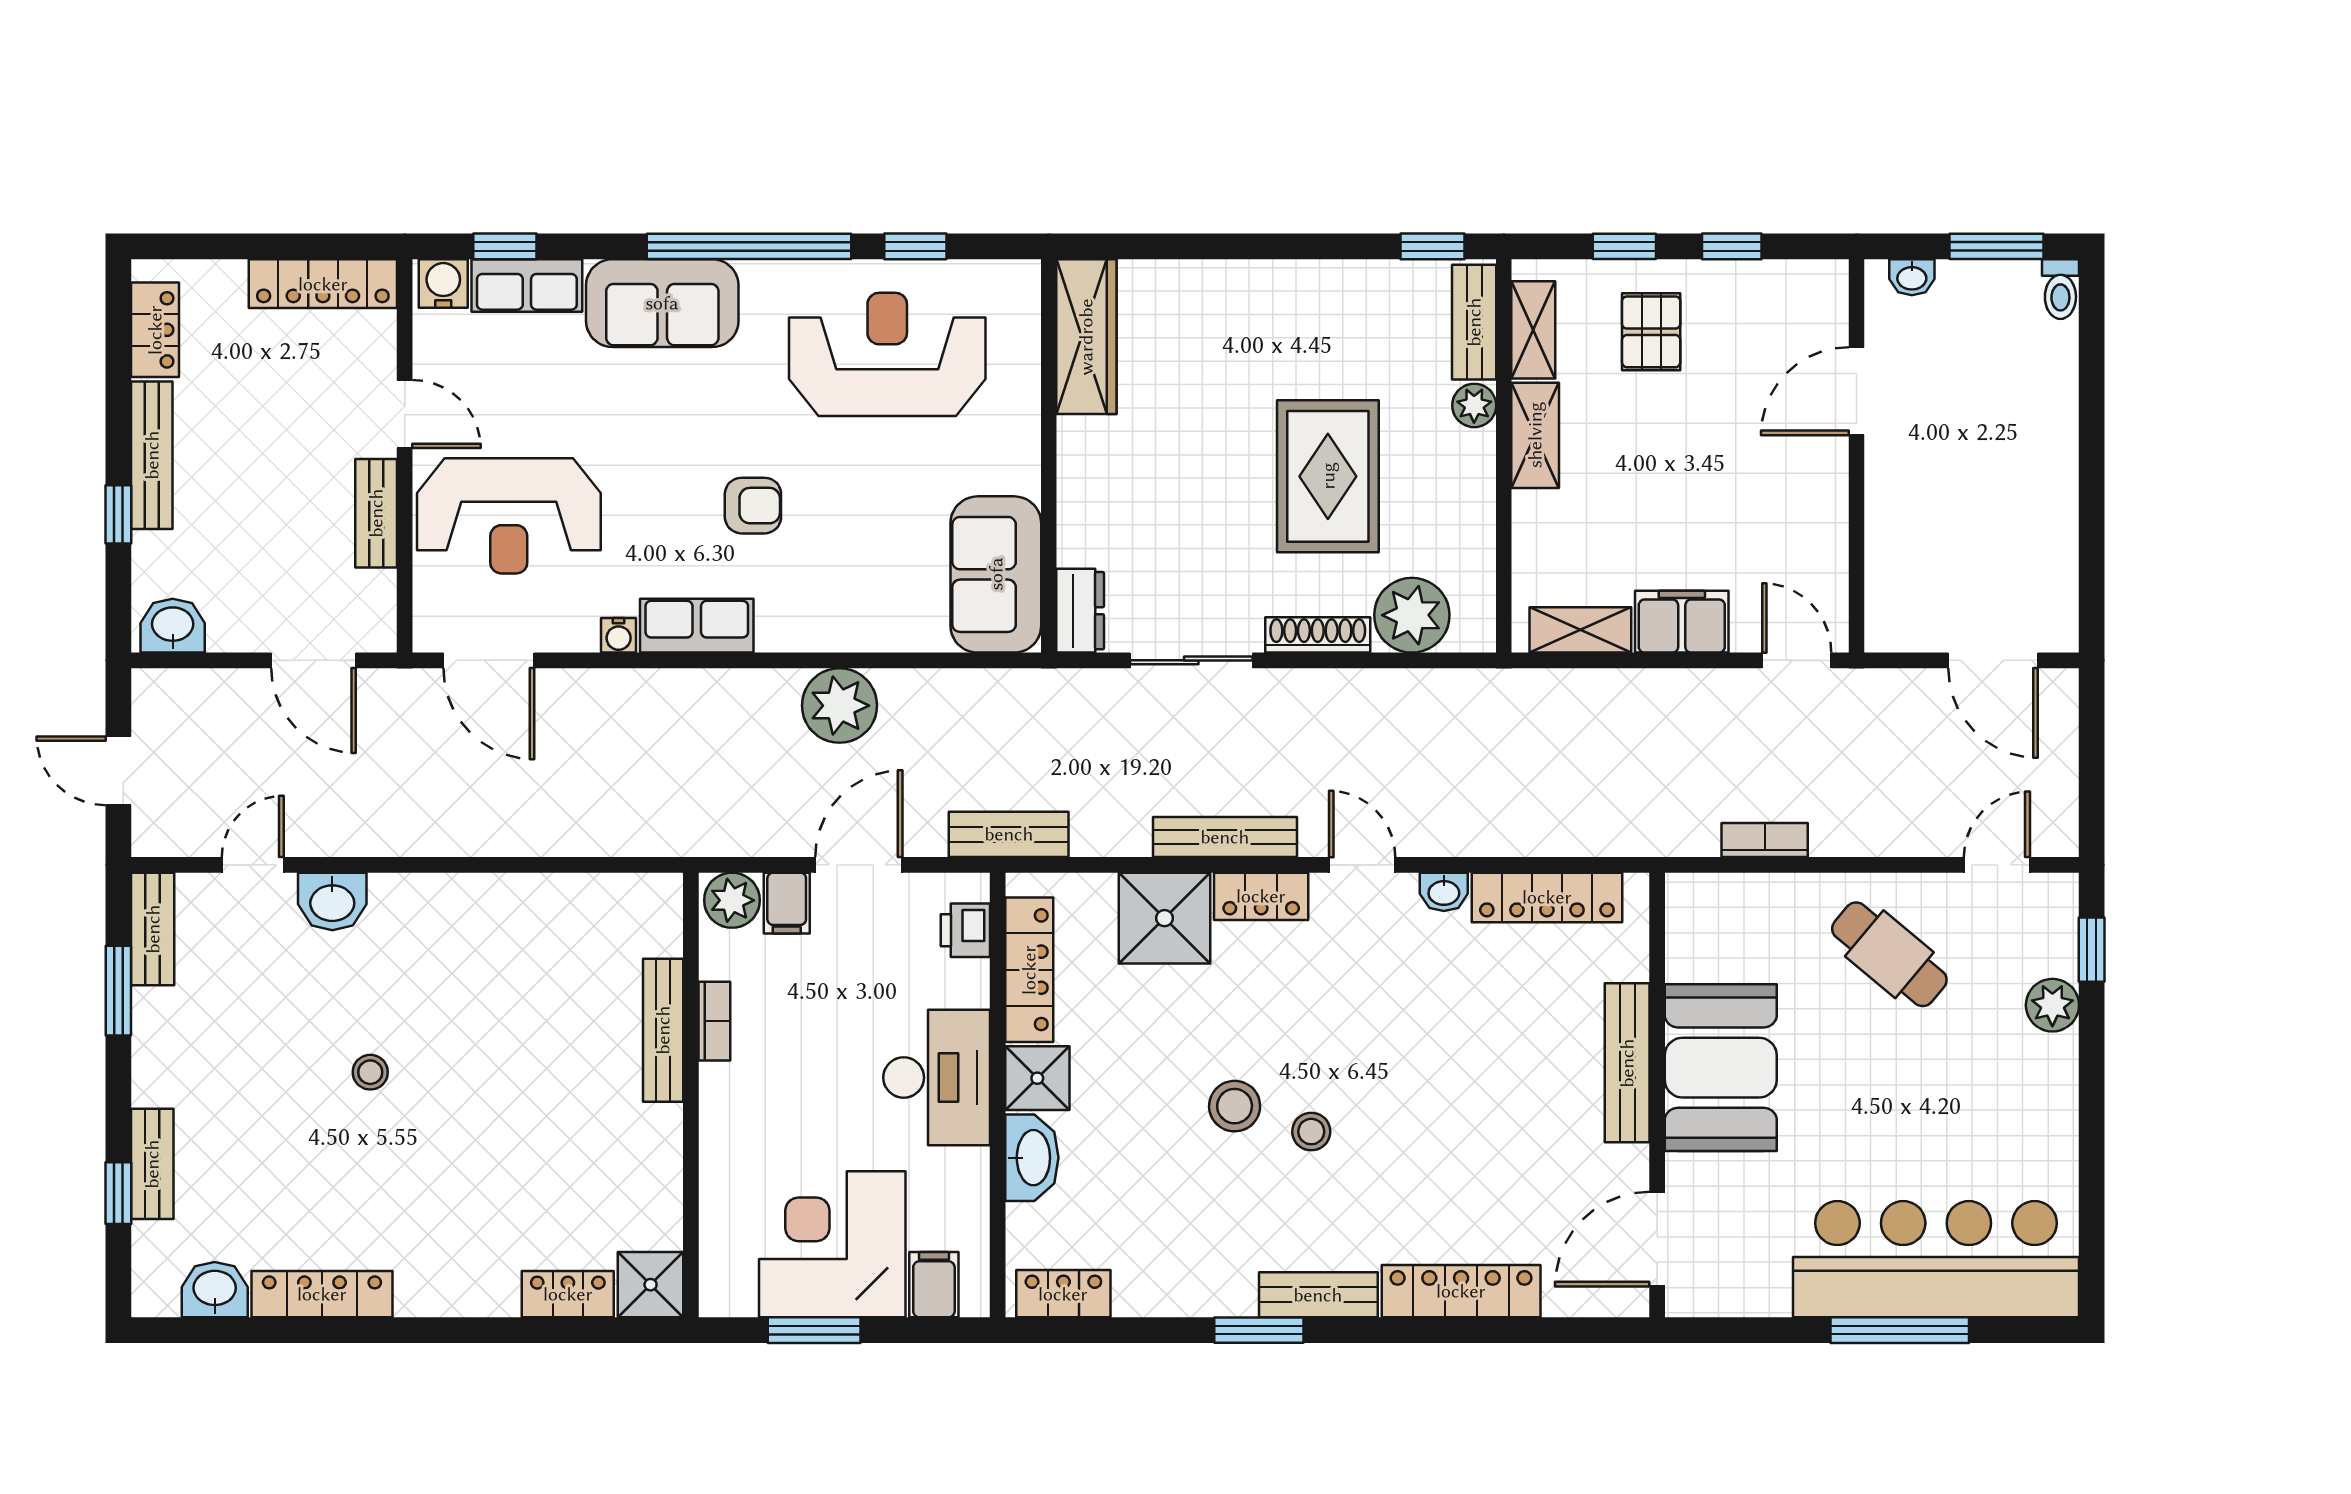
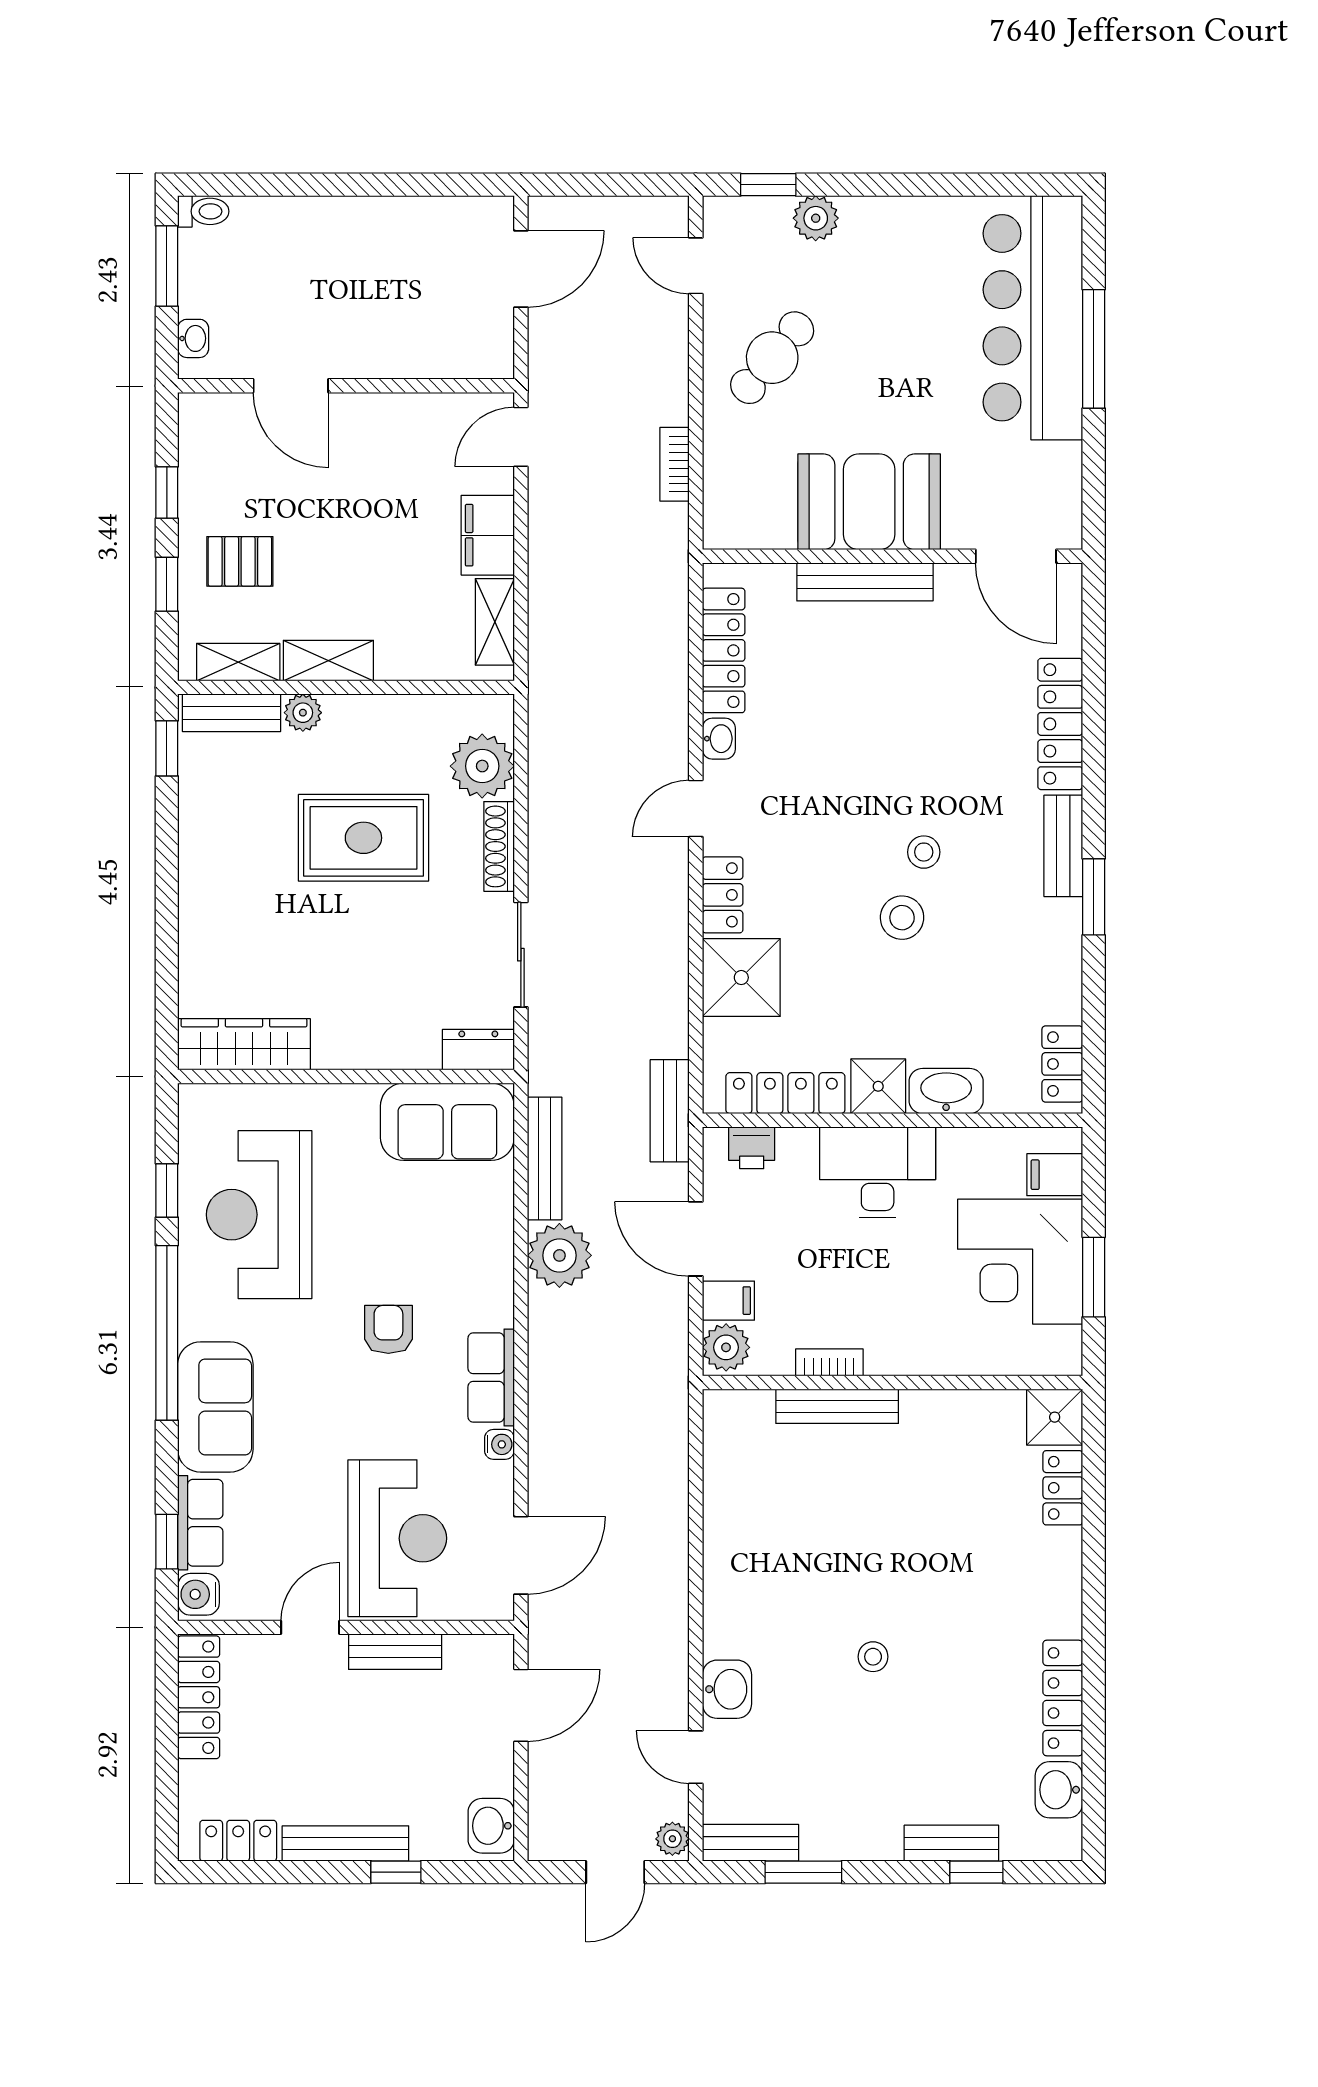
bench: (1225, 837) -> (545, 1159), moved
plant: (157, 838) -> (672, 1839), added

